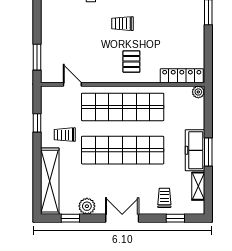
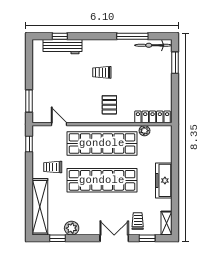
plant: (198, 92) -> (144, 131), moved
window: (37, 123) -> (29, 144), moved
window: (208, 152) -> (175, 182), removed
shelving: (198, 186) -> (166, 223), moved
double door: (122, 218) -> (114, 238), moved

